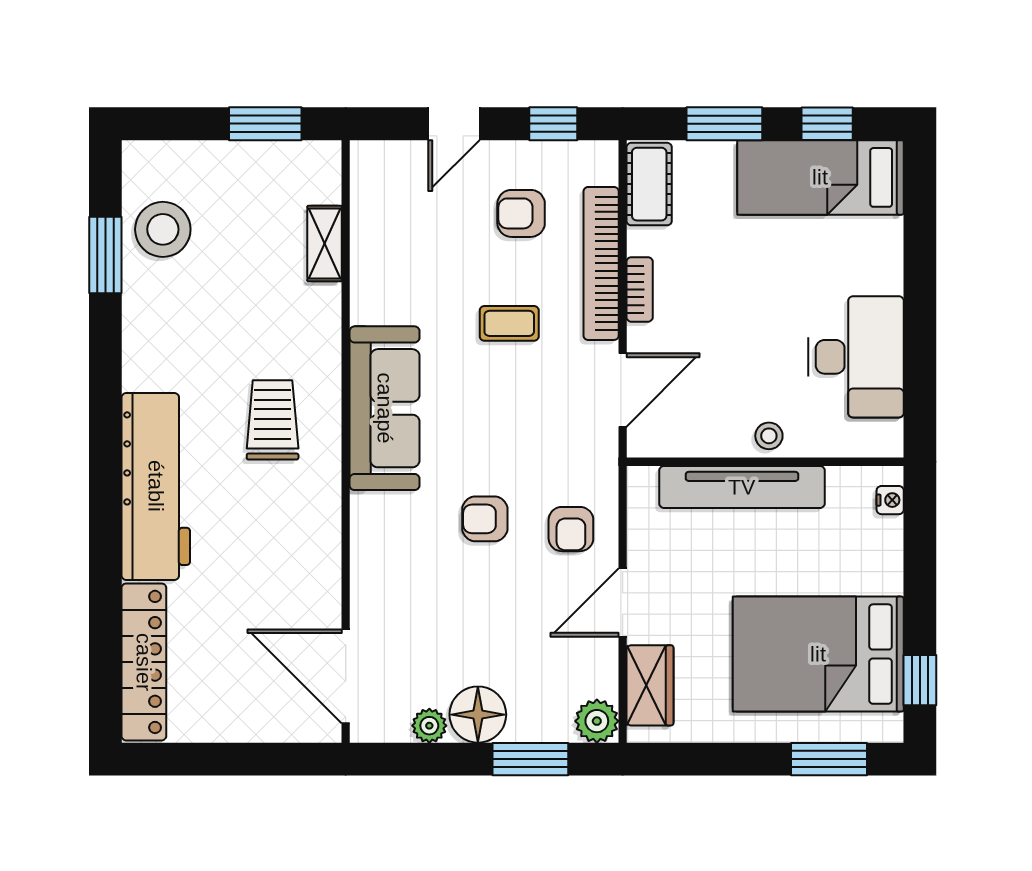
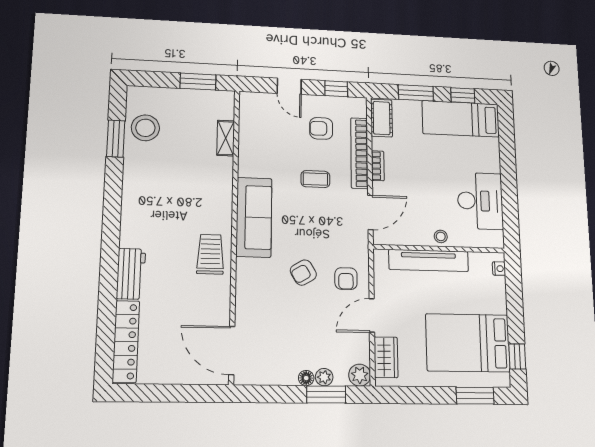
door: (454, 124) -> (289, 86), hinge flipped
trolley: (273, 420) -> (210, 254), moved
workbench: (156, 486) -> (131, 274), width x0.53, depth x0.76
armchair: (485, 519) -> (303, 273), turned -31
floor lamp: (478, 715) -> (306, 378), width x0.53, depth x0.53
plant: (429, 726) -> (324, 377), moved

